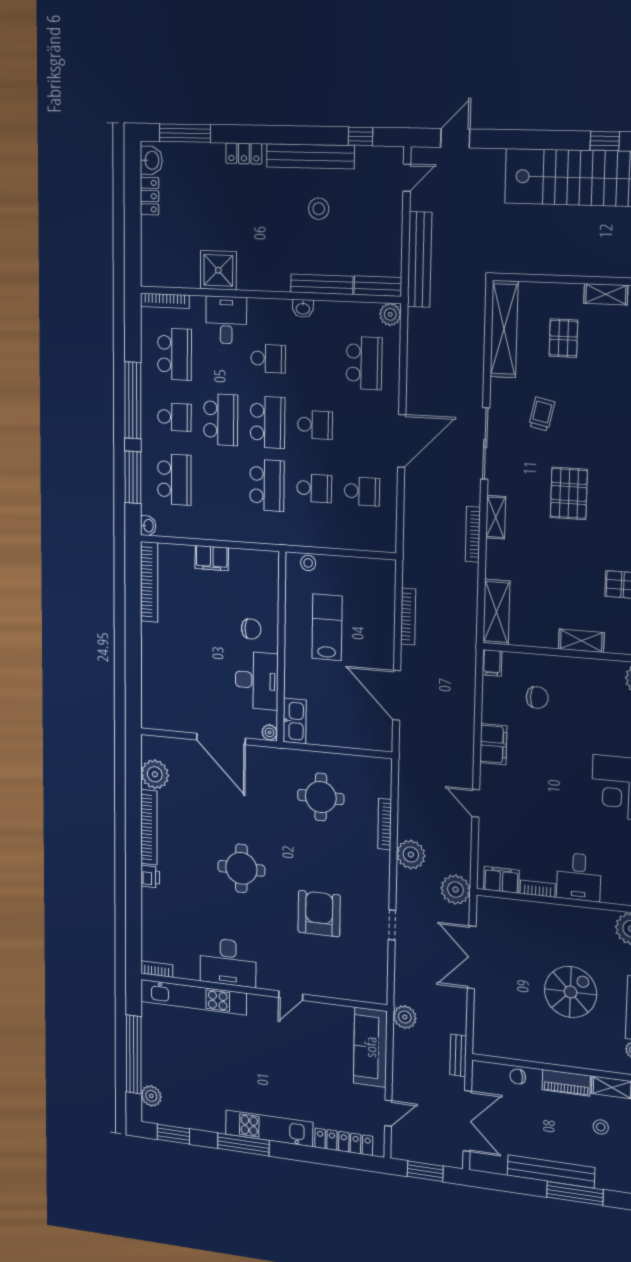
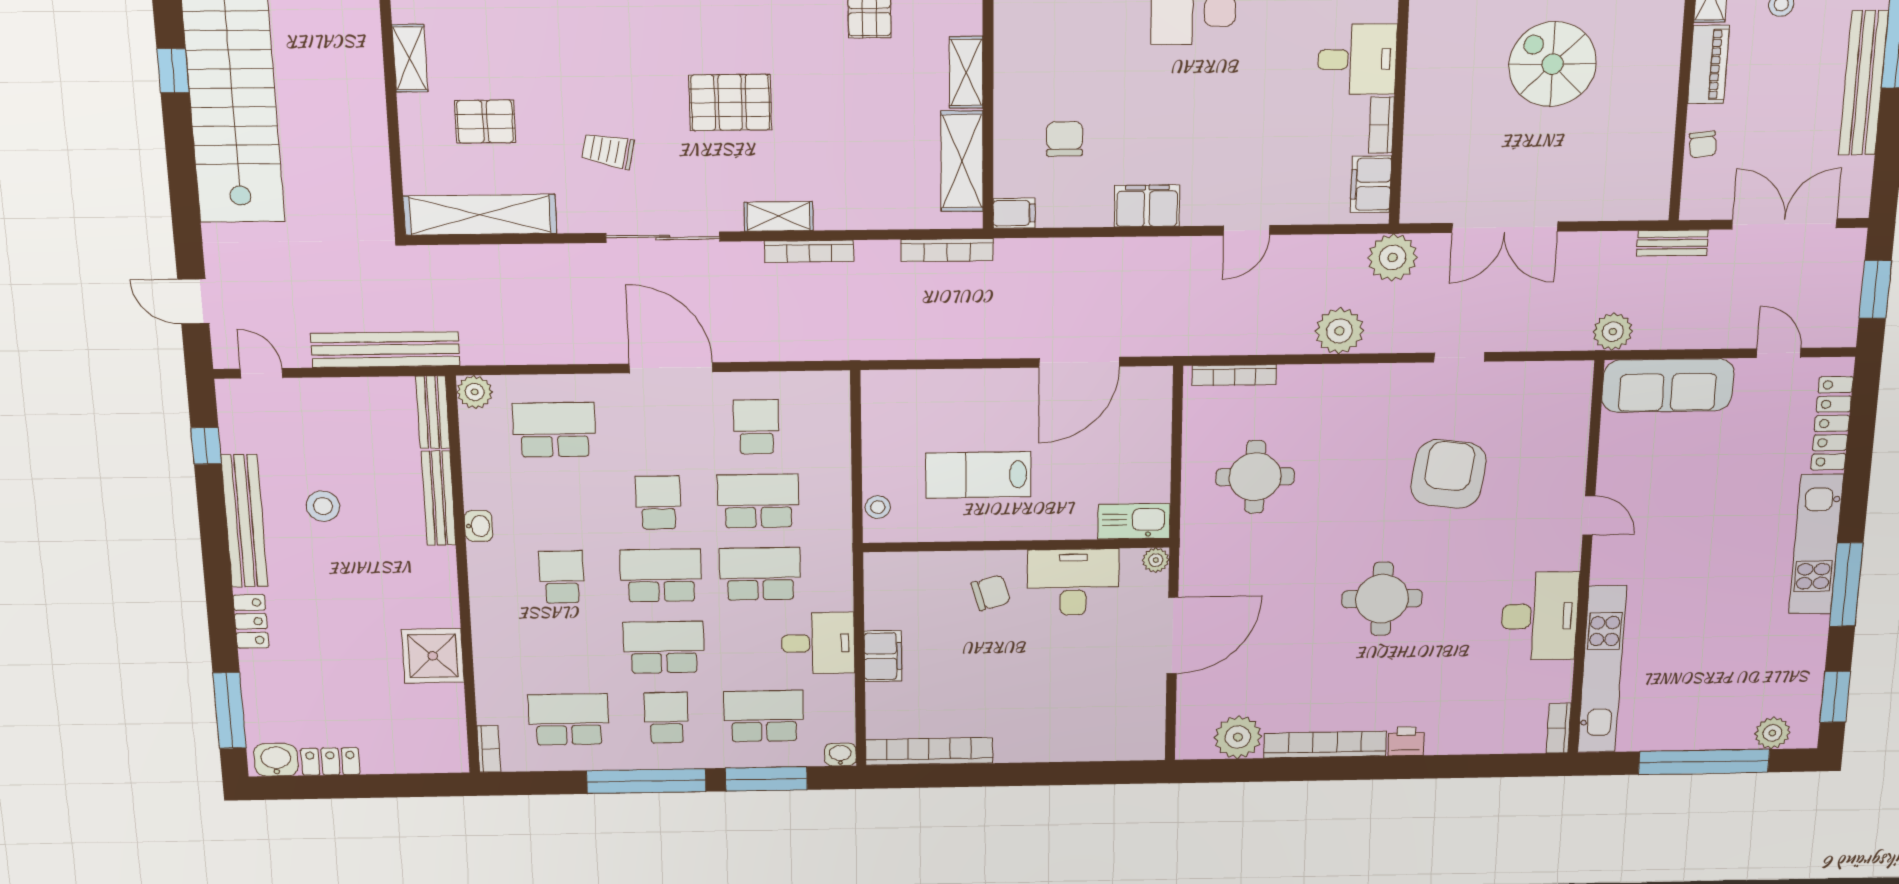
bookcase: (165, 301) -> (489, 749), width x0.64
desk: (226, 320) -> (818, 643), moved, turned 180
school desk: (314, 488) -> (758, 501), width x1.85
shelving: (496, 612) -> (962, 161), moved, turned 90
bookcase: (408, 617) -> (947, 250), moved, turned 180
chair: (251, 629) -> (991, 593), turned 74
bookcase: (385, 824) -> (1234, 375), moved
armchair: (319, 914) -> (1448, 474), turned 97

